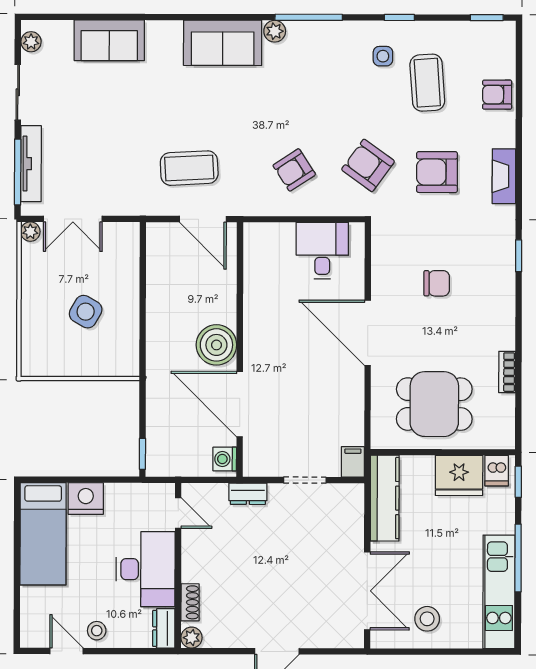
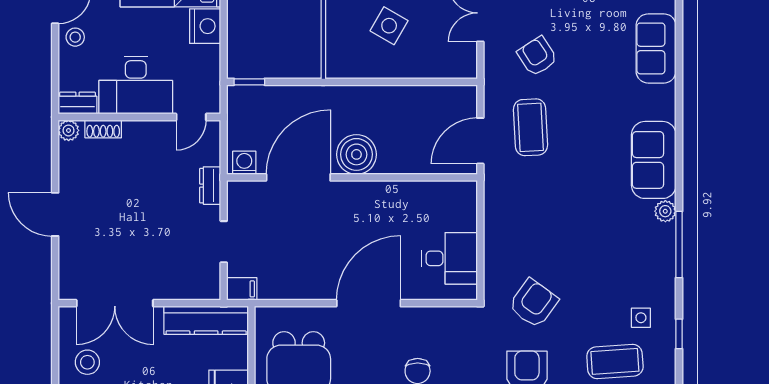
armchair: (294, 170) -> (537, 56), moved

